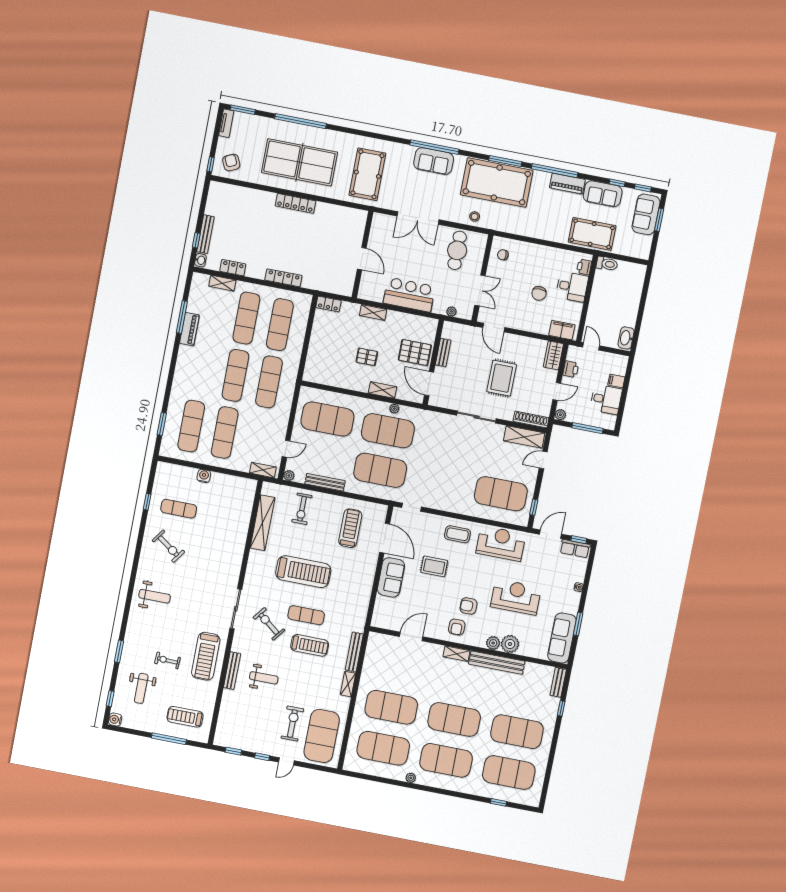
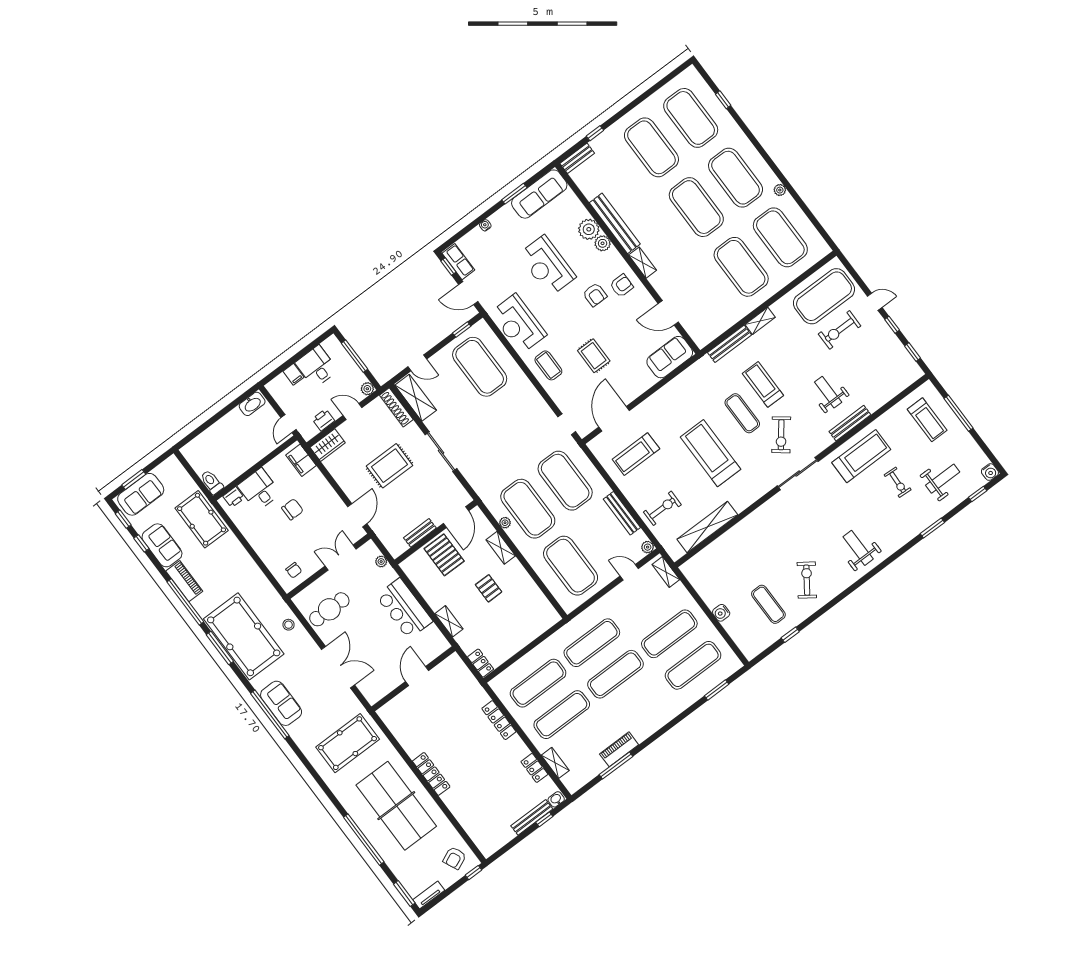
sofa: (391, 577) -> (670, 357), moved

